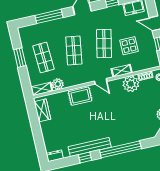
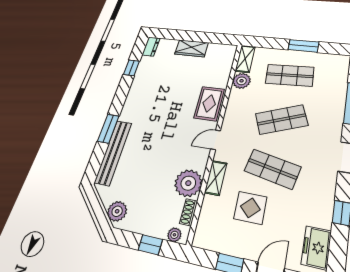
shop shelf: (74, 51) -> (281, 119), turned -30
wardrobe: (42, 110) -> (192, 48), moved
bench: (90, 147) -> (113, 152), moved
window: (120, 149) -> (108, 129), width x0.47
window: (85, 158) -> (131, 68), moved

